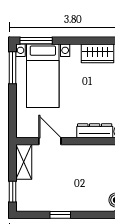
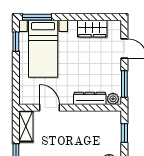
window: (13, 68) -> (16, 42), width x0.67

